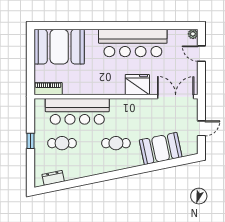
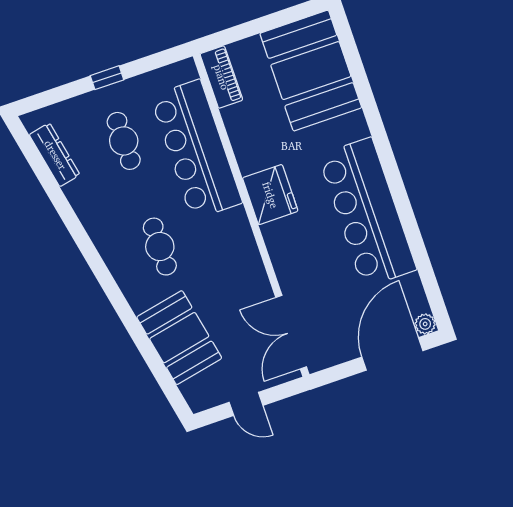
door: (201, 54) -> (392, 354), width x1.87
fridge: (137, 85) -> (270, 195), moved
double door: (176, 97) -> (291, 332), swing flipped
dresser: (53, 178) -> (55, 155), width x1.44

